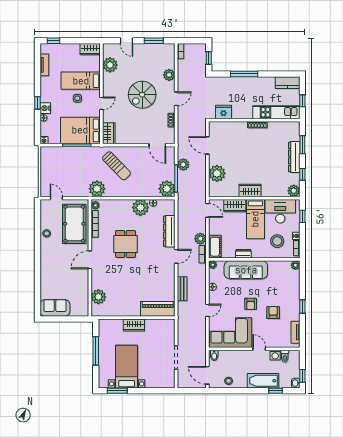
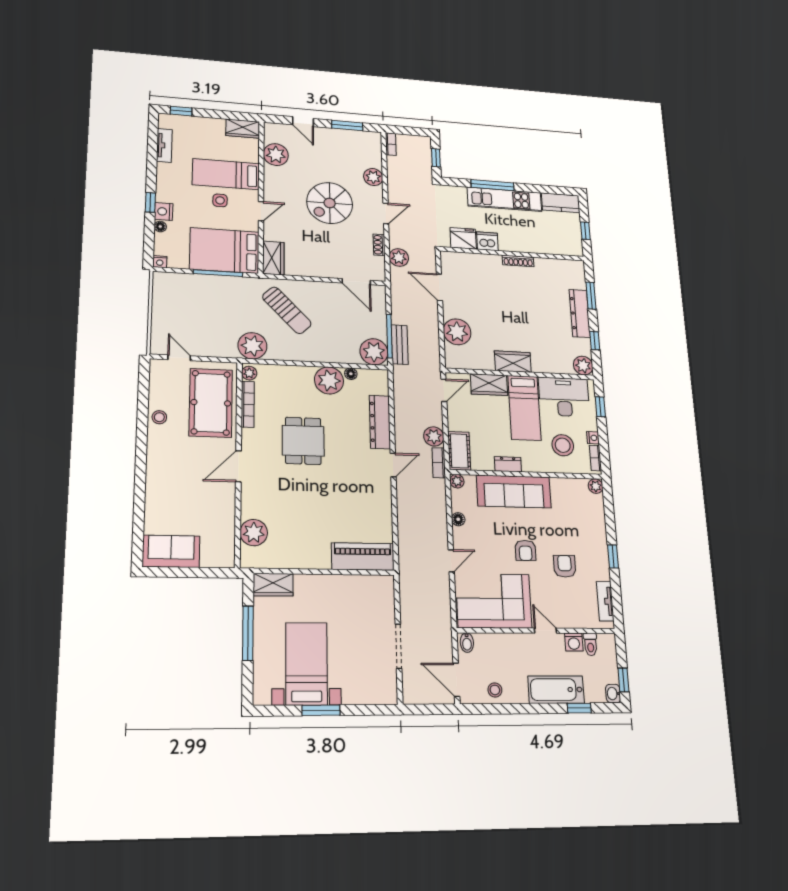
kitchen unit: (276, 112) -> (504, 199), moved, turned 180
dishwasher: (239, 113) -> (487, 241), added
plant: (183, 165) -> (399, 258), moved
door: (207, 210) -> (444, 390), hinge flipped
bench: (182, 289) -> (400, 345), moved
wardrobe: (134, 325) -> (273, 585), moved
window: (117, 391) -> (321, 710), moved

